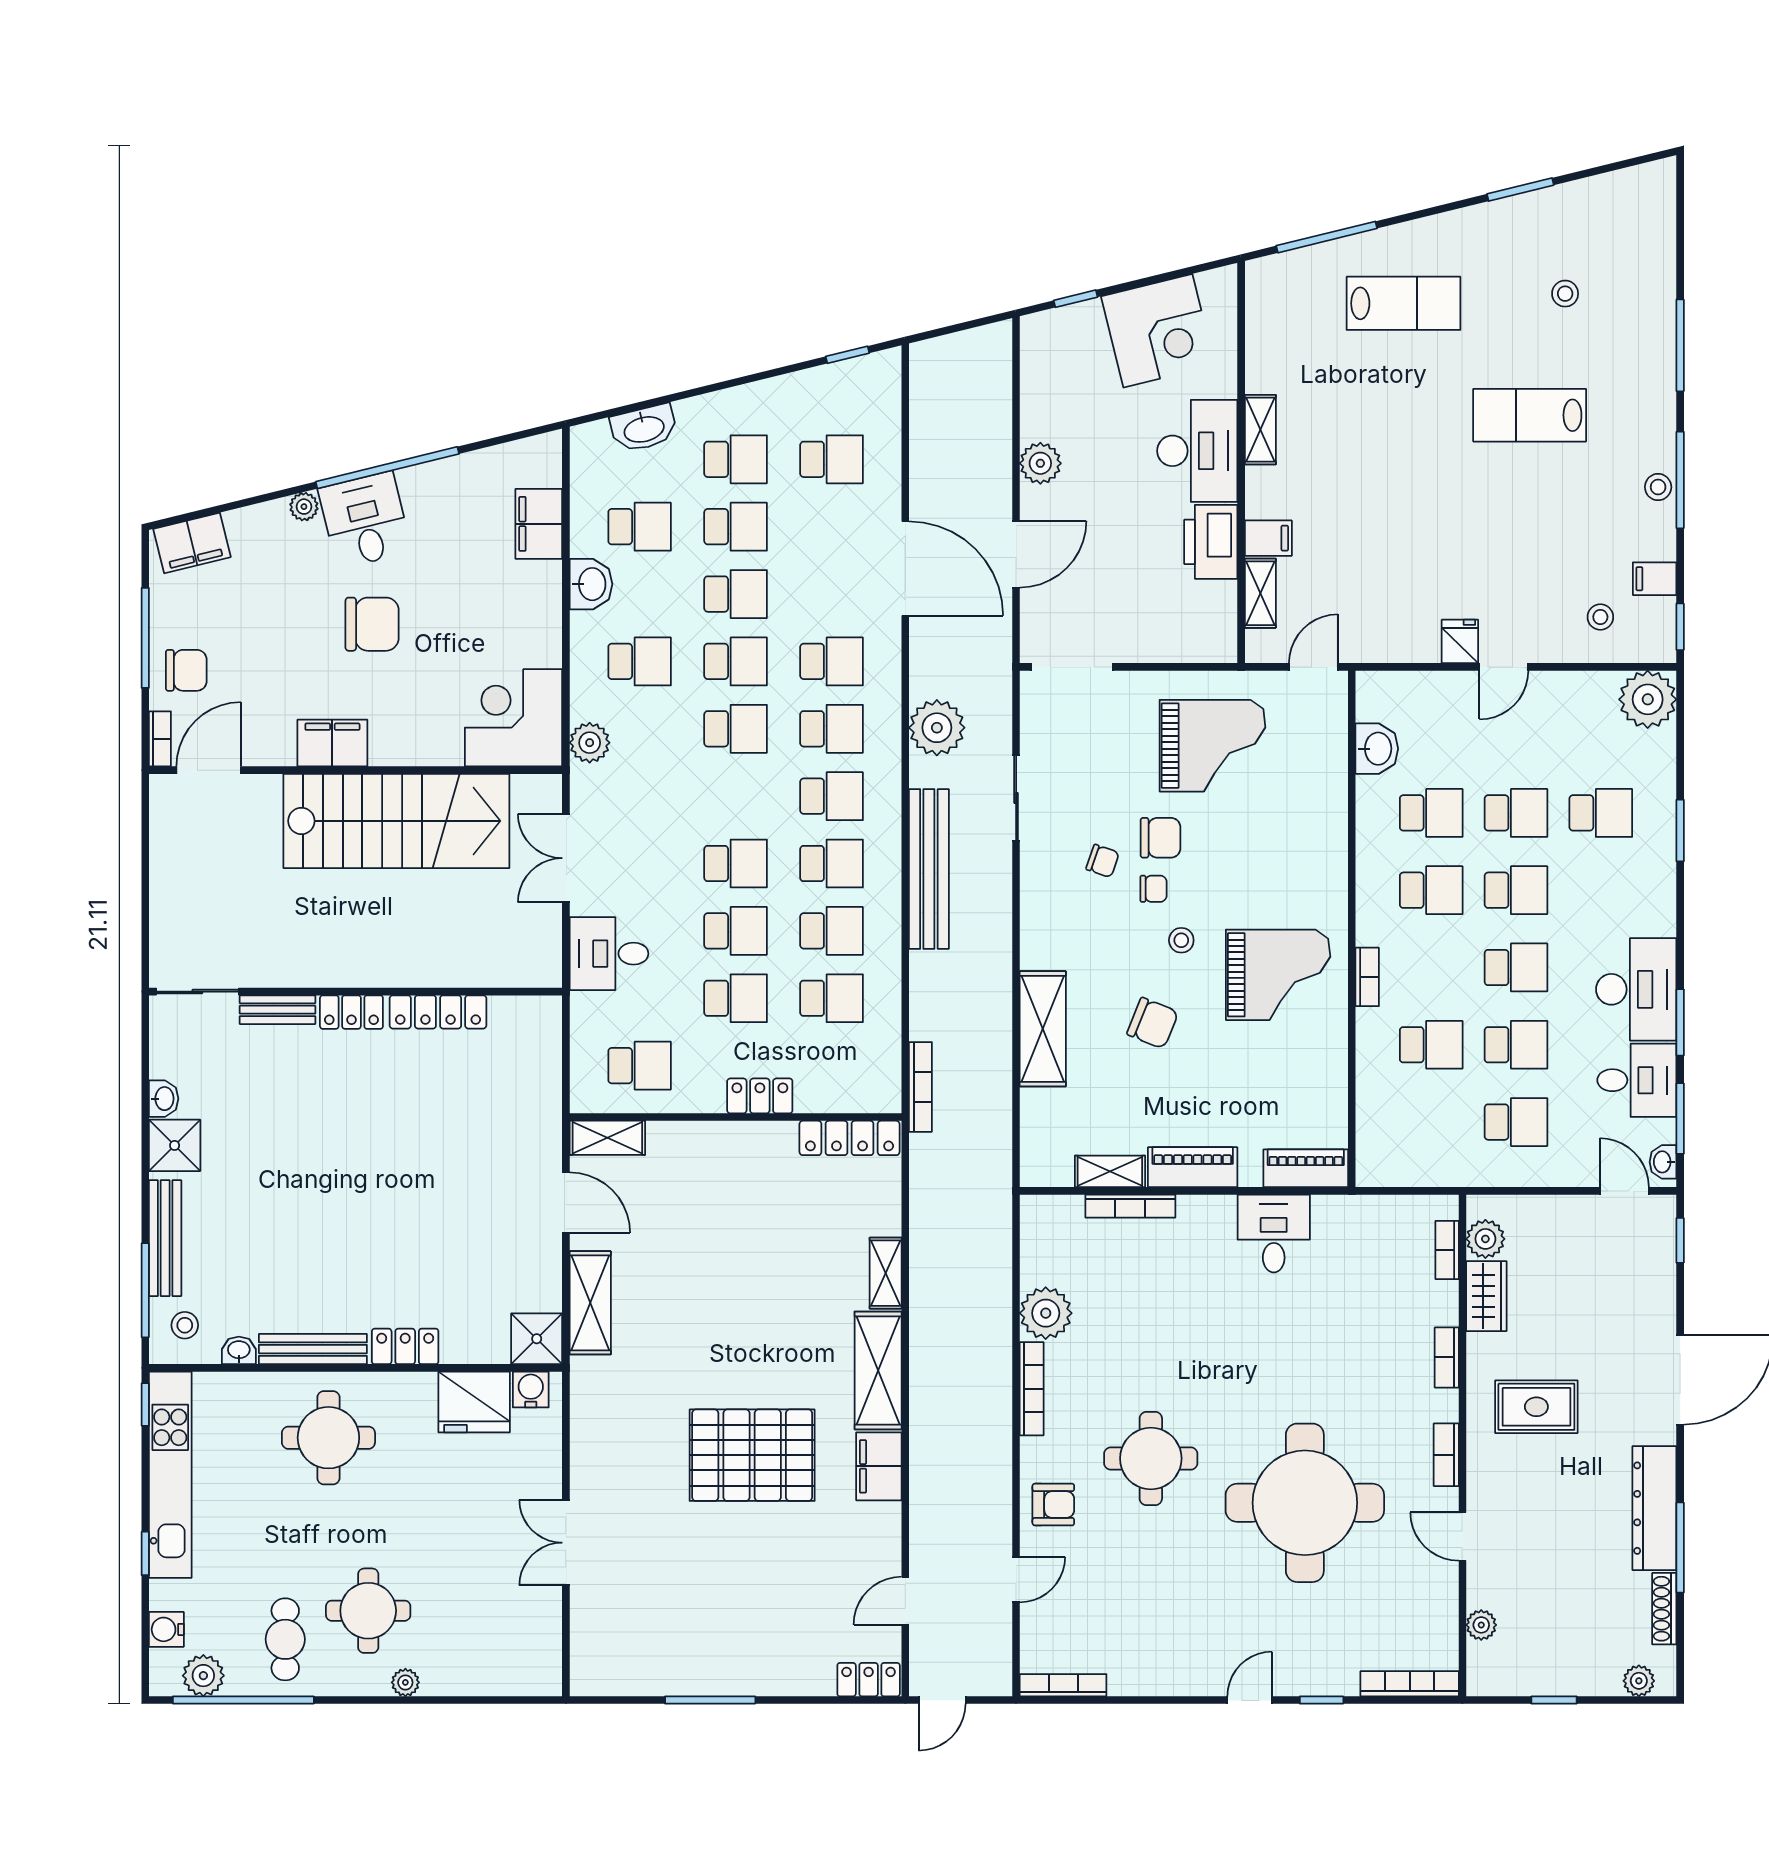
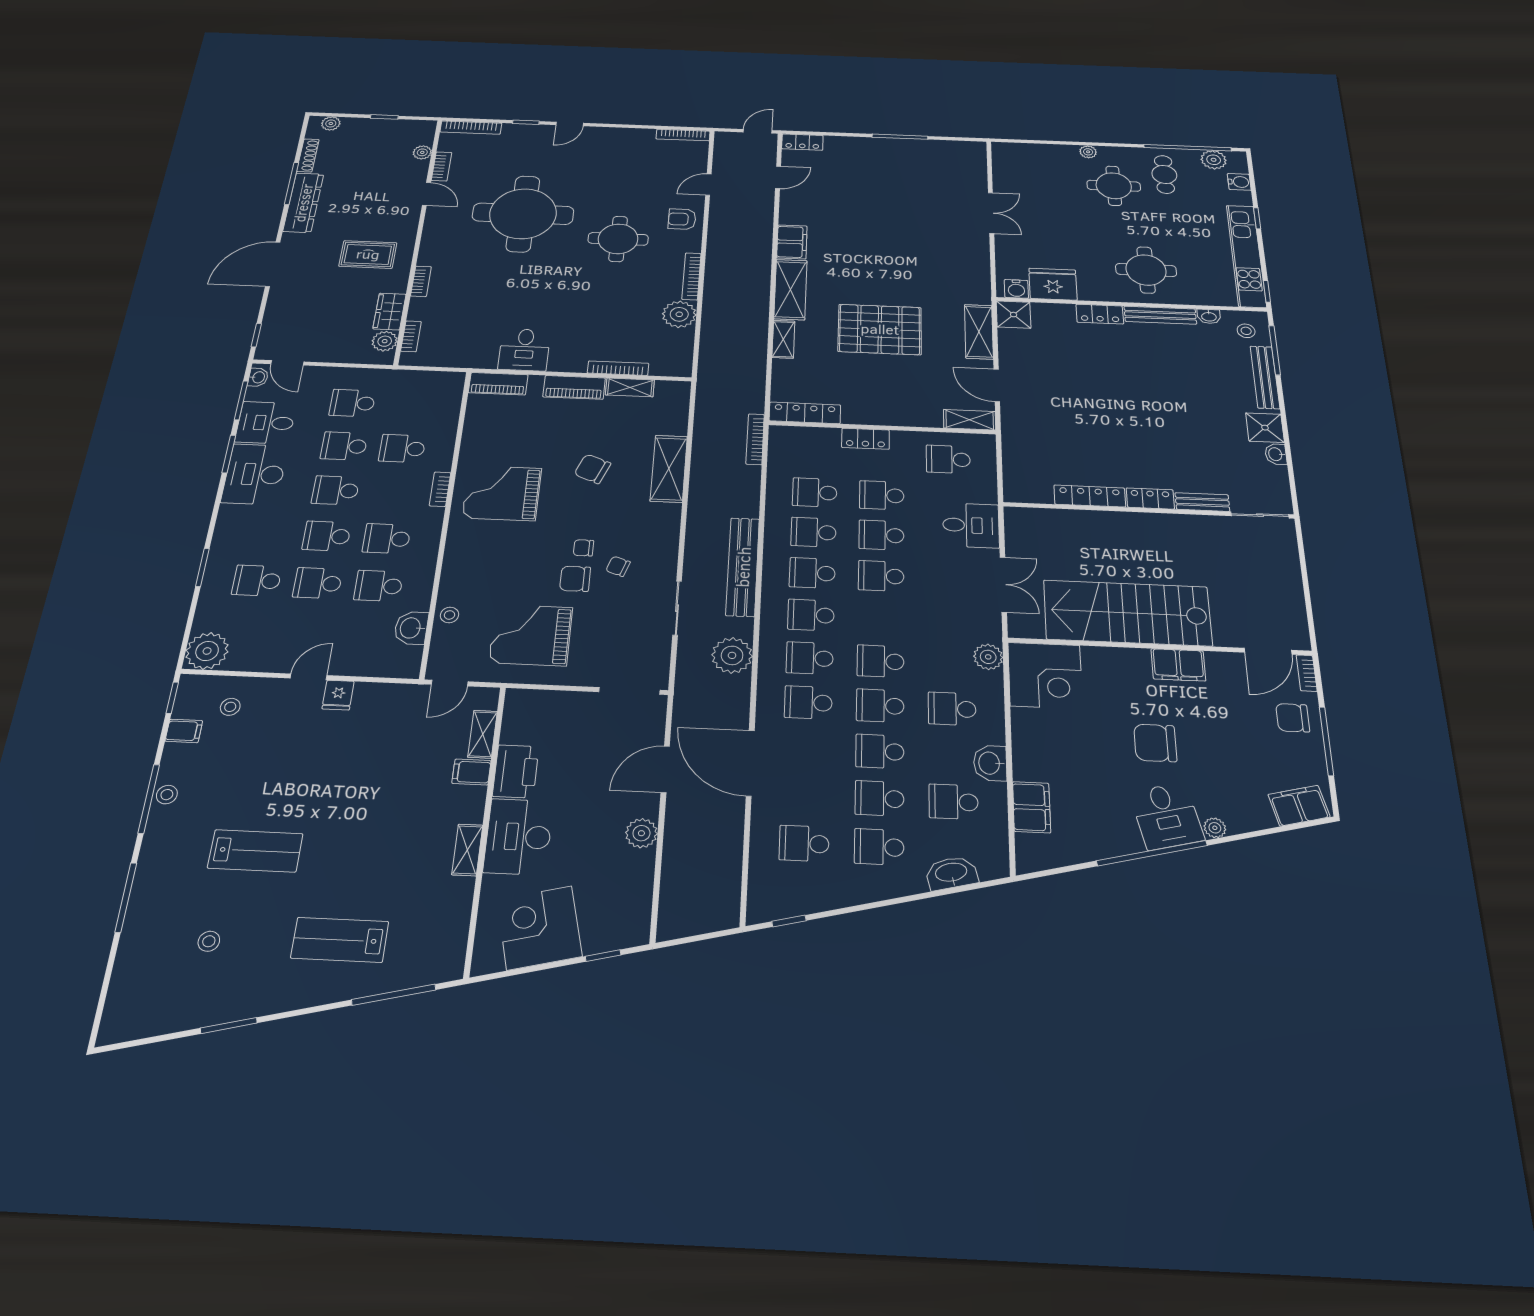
stool: (1181, 940) -> (449, 615), moved
pallet: (752, 1455) -> (880, 329), moved
bookcase: (1446, 1455) -> (442, 166), moved

